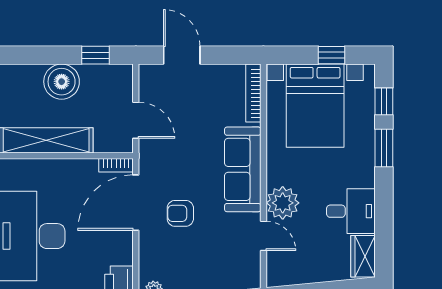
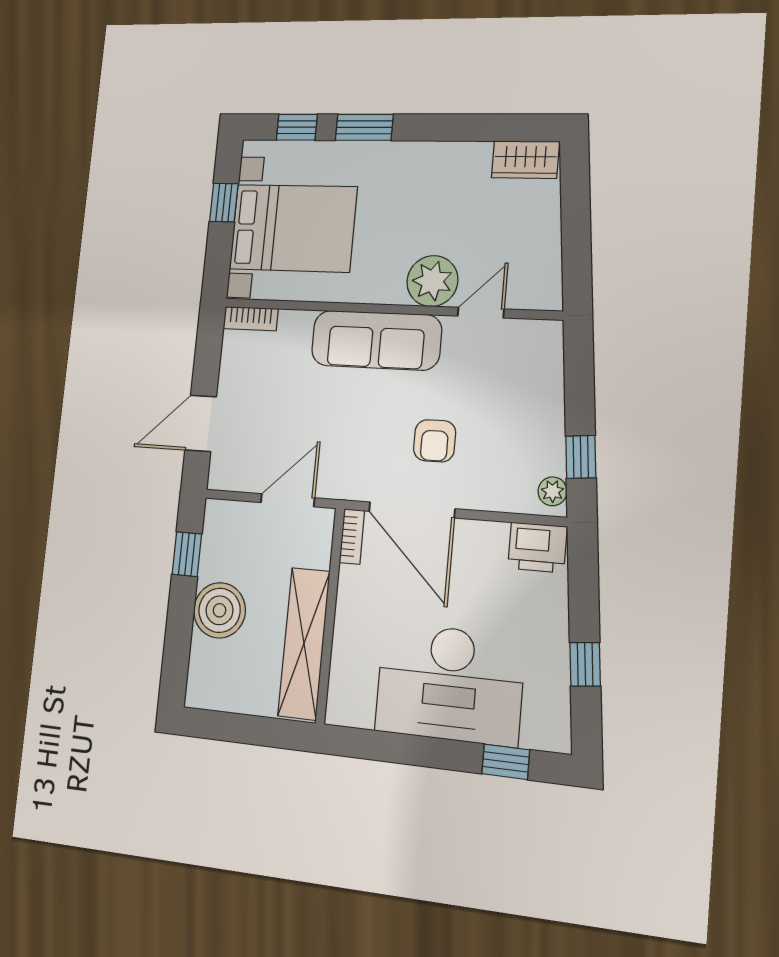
bookcase: (253, 93) -> (251, 319), width x0.64
desk: (351, 211) -> (454, 177), removed

